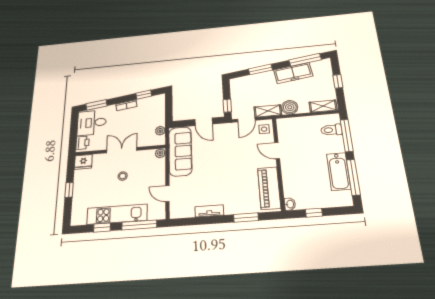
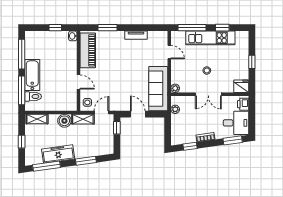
bathtub: (339, 171) -> (32, 75), moved

